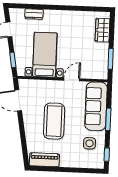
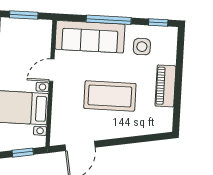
door: (72, 79) -> (52, 70), hinge flipped
window: (108, 119) -> (109, 20), width x1.44
piano: (44, 160) -> (165, 86), moved

